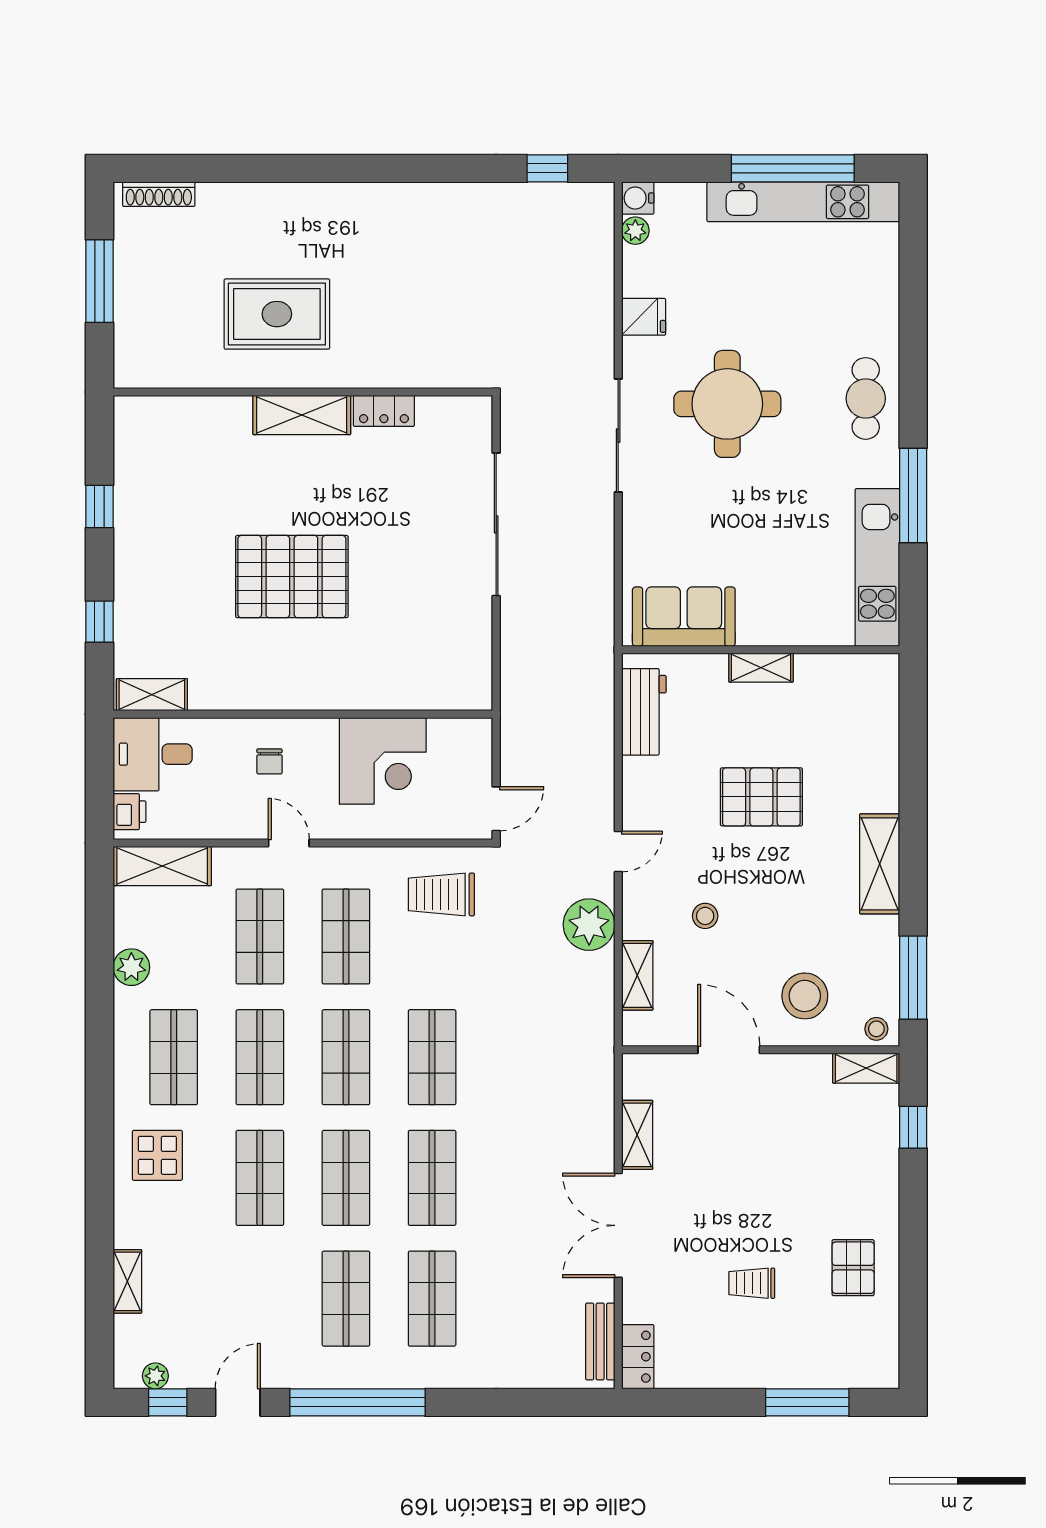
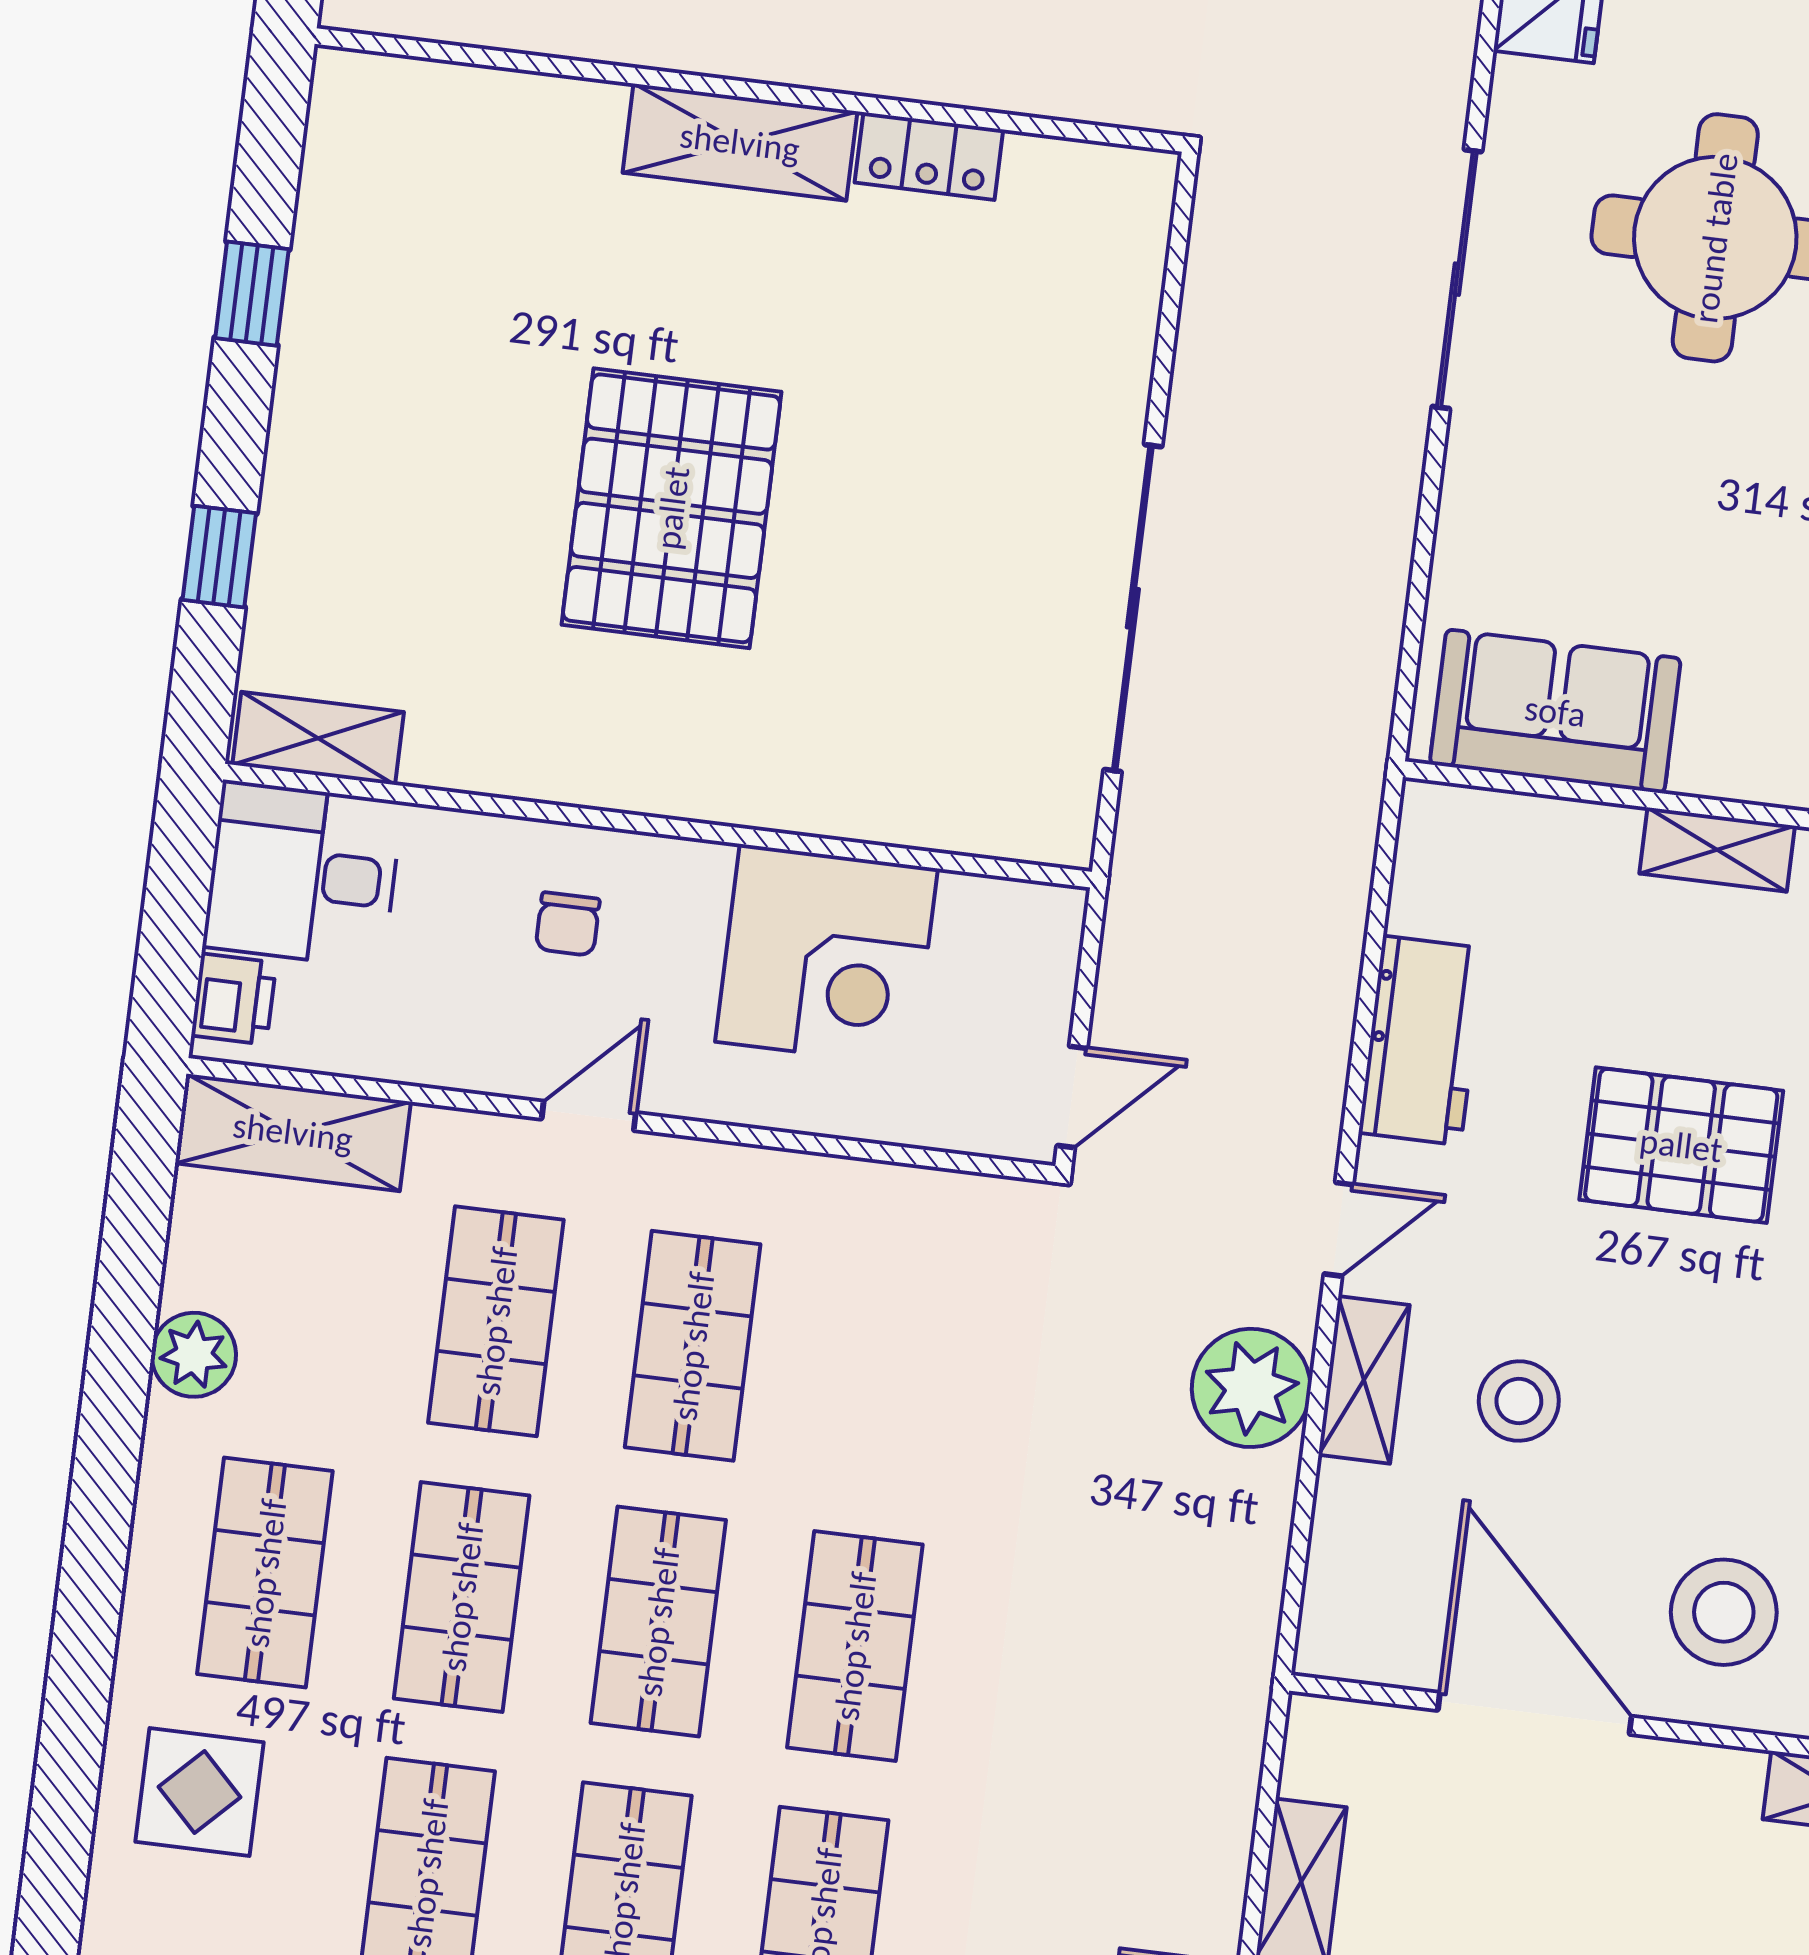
sliding door: (496, 524) -> (1133, 608), moved
pallet: (292, 577) -> (672, 508), turned 90
workbench: (644, 712) -> (1422, 1040), moved
door: (289, 843) -> (589, 1116), hinge flipped
trolley: (441, 894) -> (923, 1277), removed
stool: (705, 916) -> (1519, 1401), width x1.37, depth x1.37
shelving: (637, 975) -> (1364, 1380), moved
door: (729, 1050) -> (1535, 1713), width x1.36

